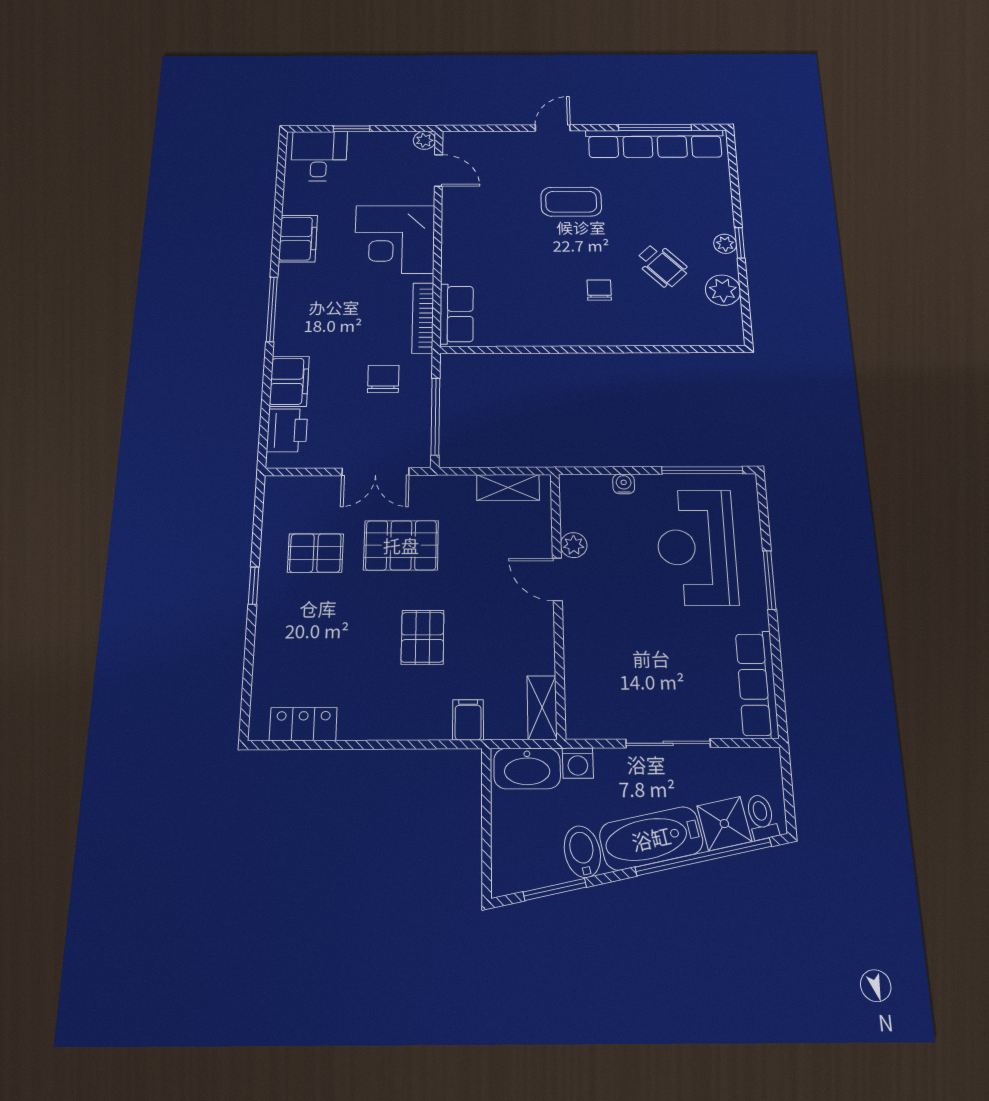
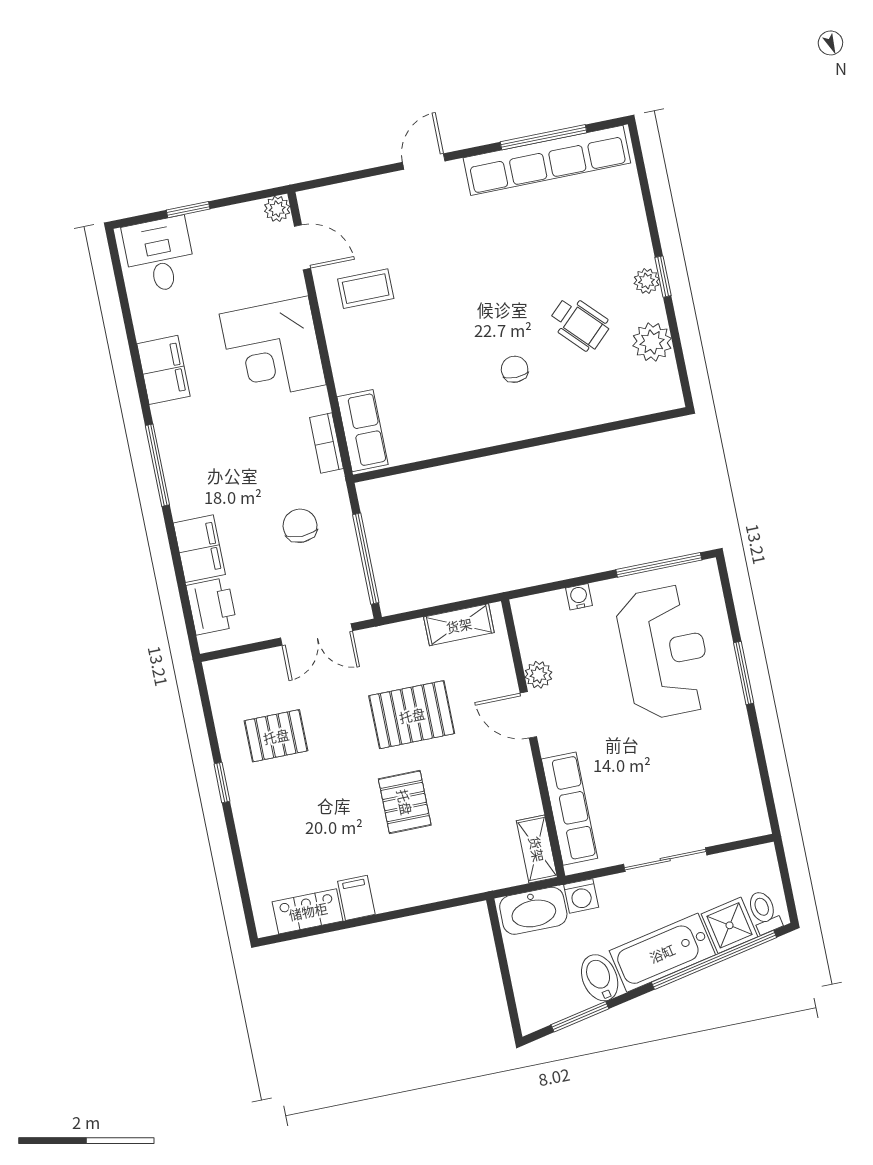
coffee table: (571, 202) -> (366, 289), moved, width x0.73, depth x0.77
bookcase: (423, 318) -> (326, 443), width x0.64
pallet: (401, 545) -> (412, 715), moved
reception desk: (696, 547) -> (665, 652), turned 180
row of seats: (757, 684) -> (570, 809), moved, turned 180
filing cabinet: (468, 720) -> (356, 898), moved

